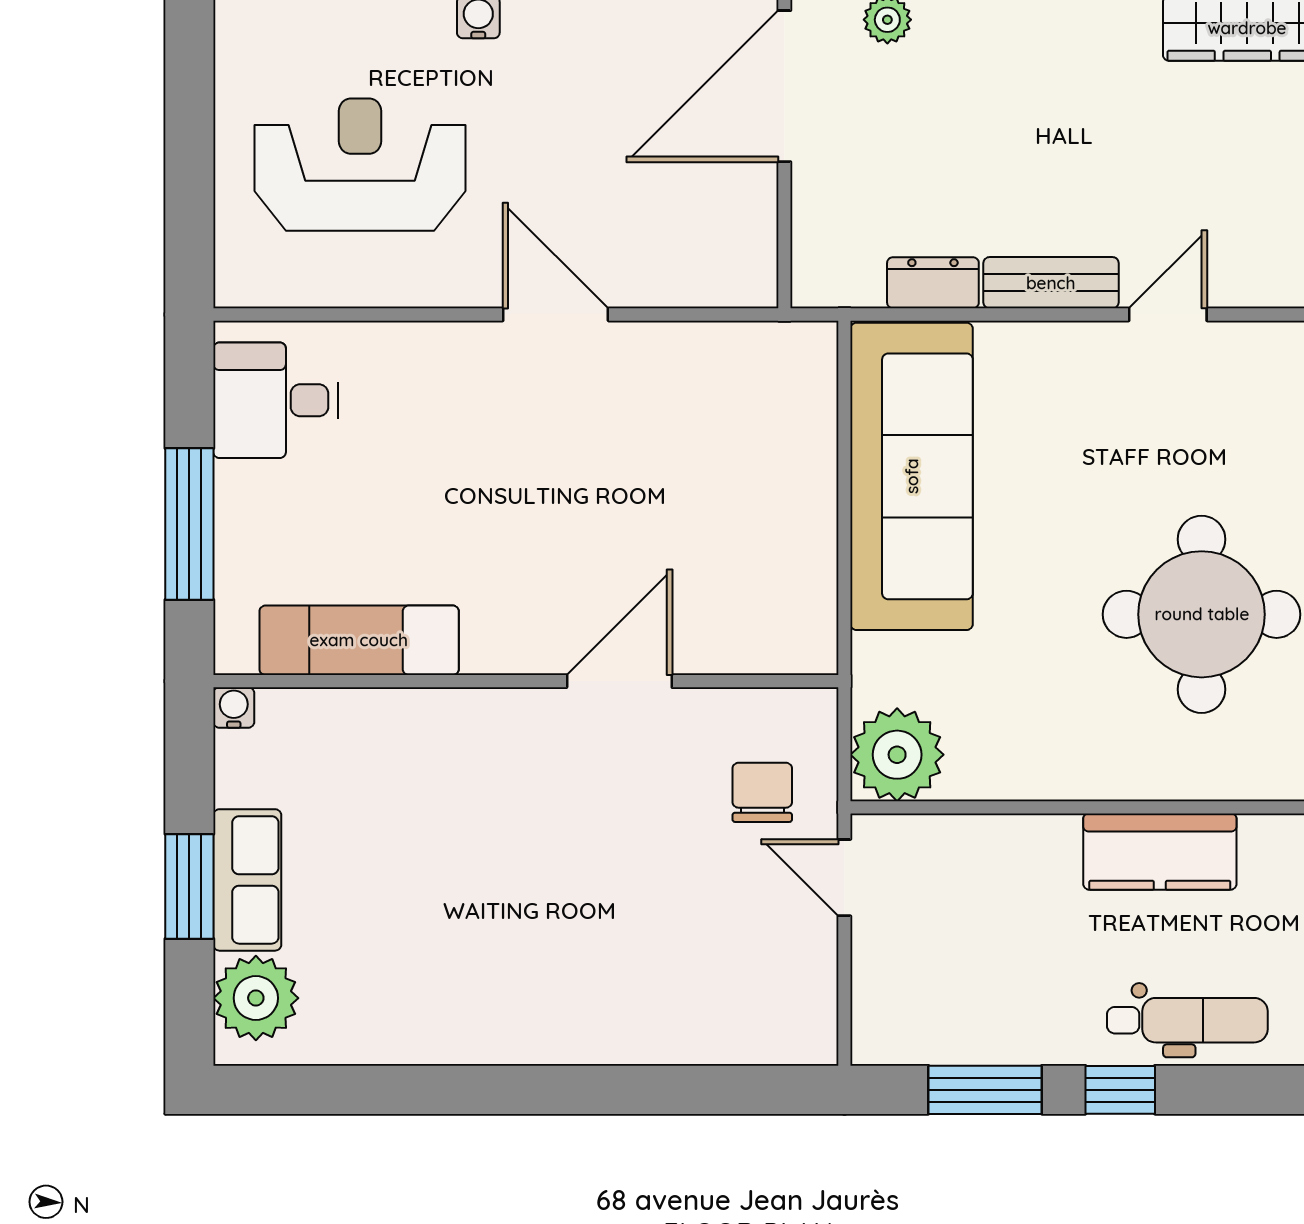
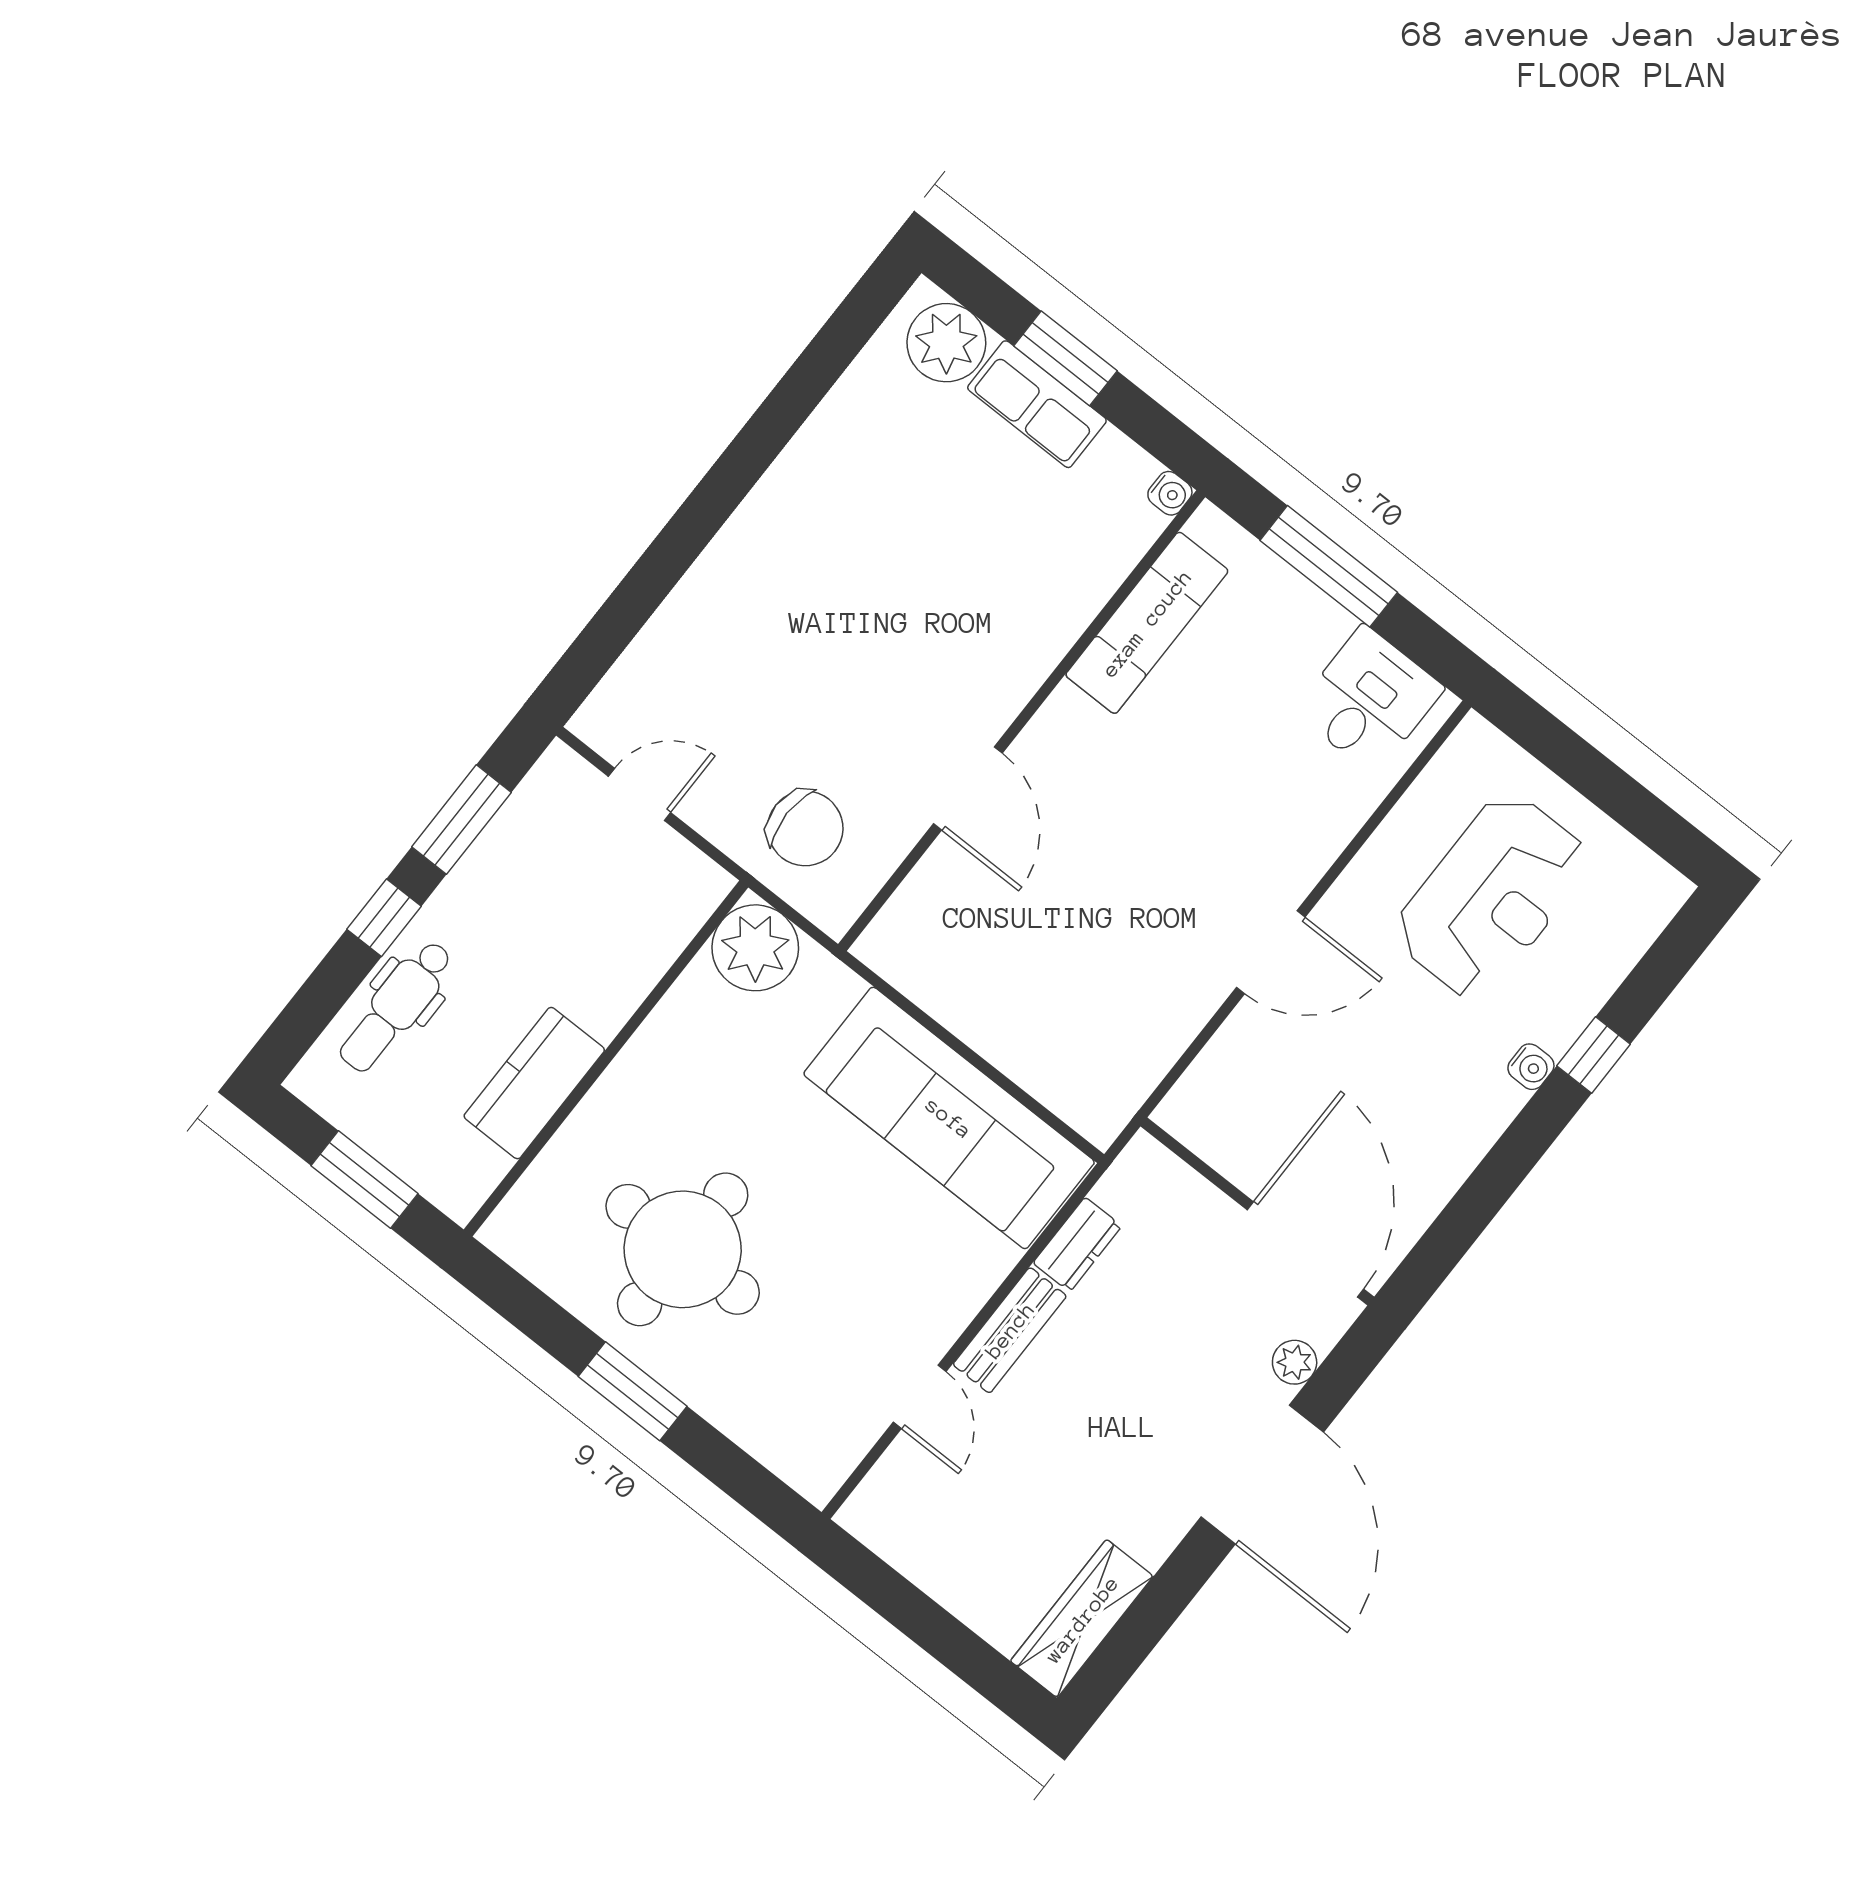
chair: (762, 792) -> (805, 828), width x1.37, depth x1.37
door: (844, 878) -> (639, 794), moved

